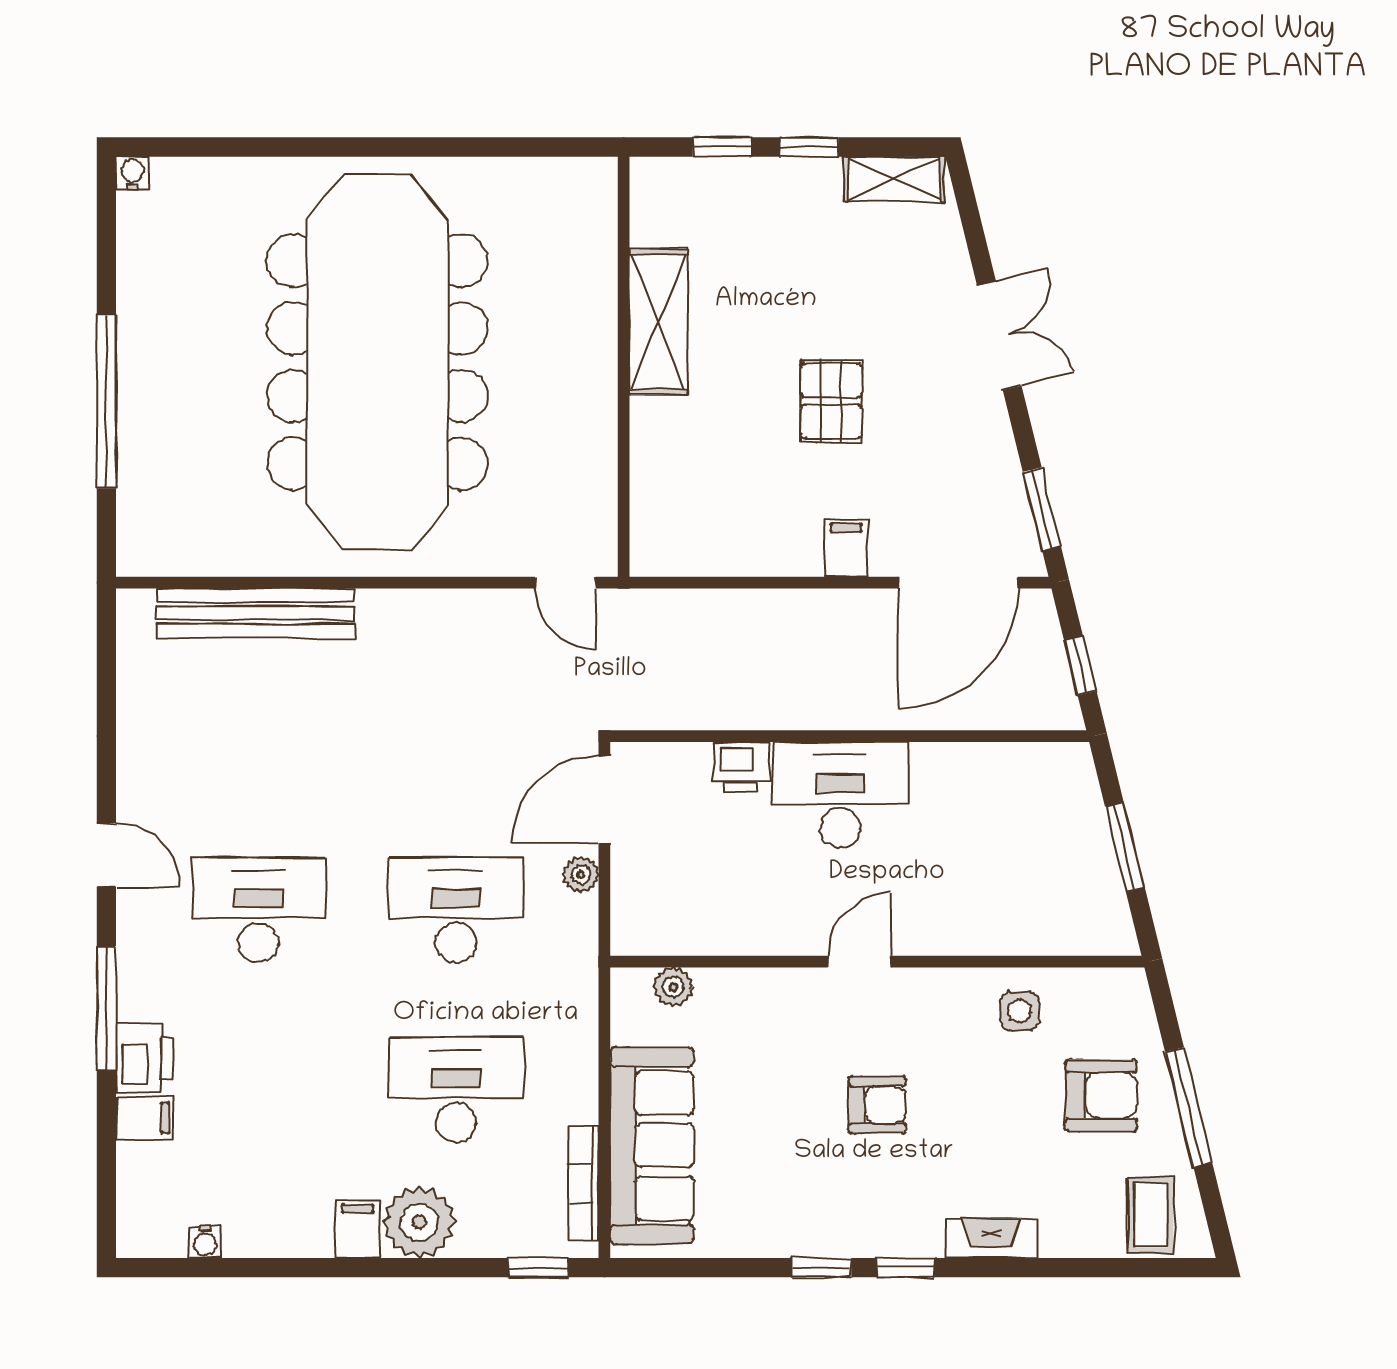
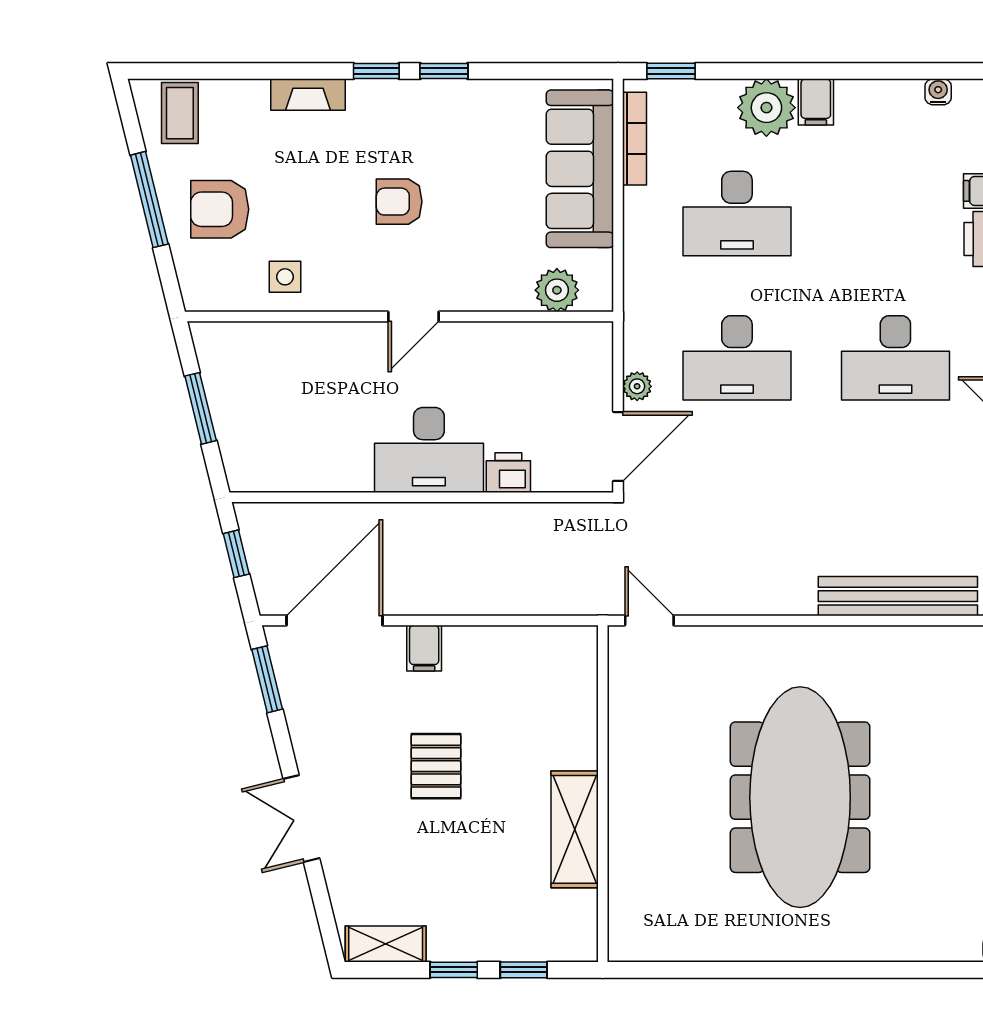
meeting table: (377, 362) -> (800, 797), width x0.73, depth x0.79
plant: (673, 987) -> (557, 290), width x1.38, depth x1.38

